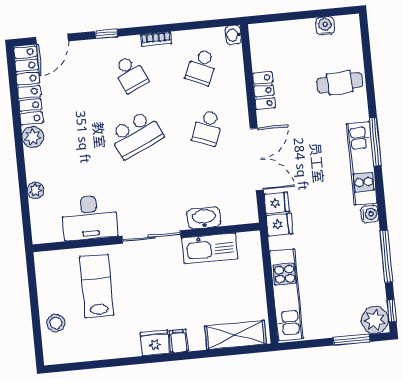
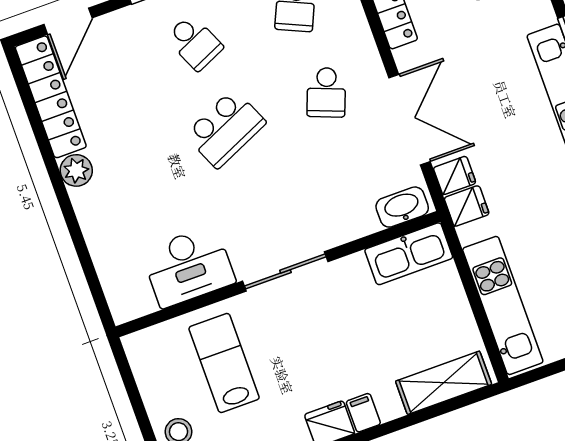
plant: (35, 190) -> (100, 247), removed
washbasin: (204, 218) -> (402, 207), moved
kitchen sink: (210, 248) -> (409, 254), moved

